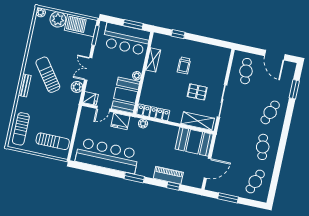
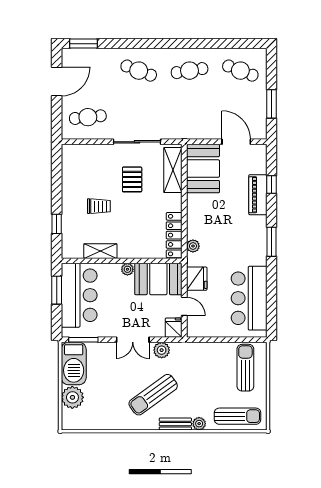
plant: (41, 12) -> (199, 424), moved
window: (294, 89) -> (84, 44), moved
bar counter: (107, 156) -> (249, 298), width x0.73

